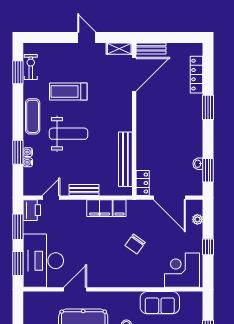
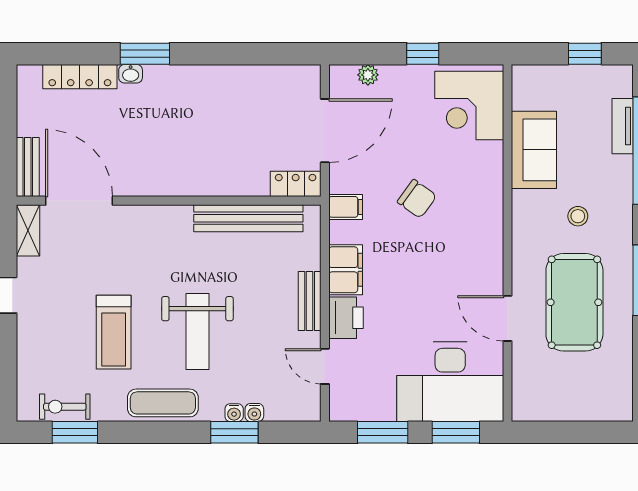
weight bench: (68, 134) -> (197, 332), turned 180
washbasin: (198, 164) -> (131, 74), moved
window: (208, 170) -> (270, 54), removed
filing cabinet: (120, 208) -> (346, 207), moved
printer: (32, 210) -> (346, 318), moved, turned 90

